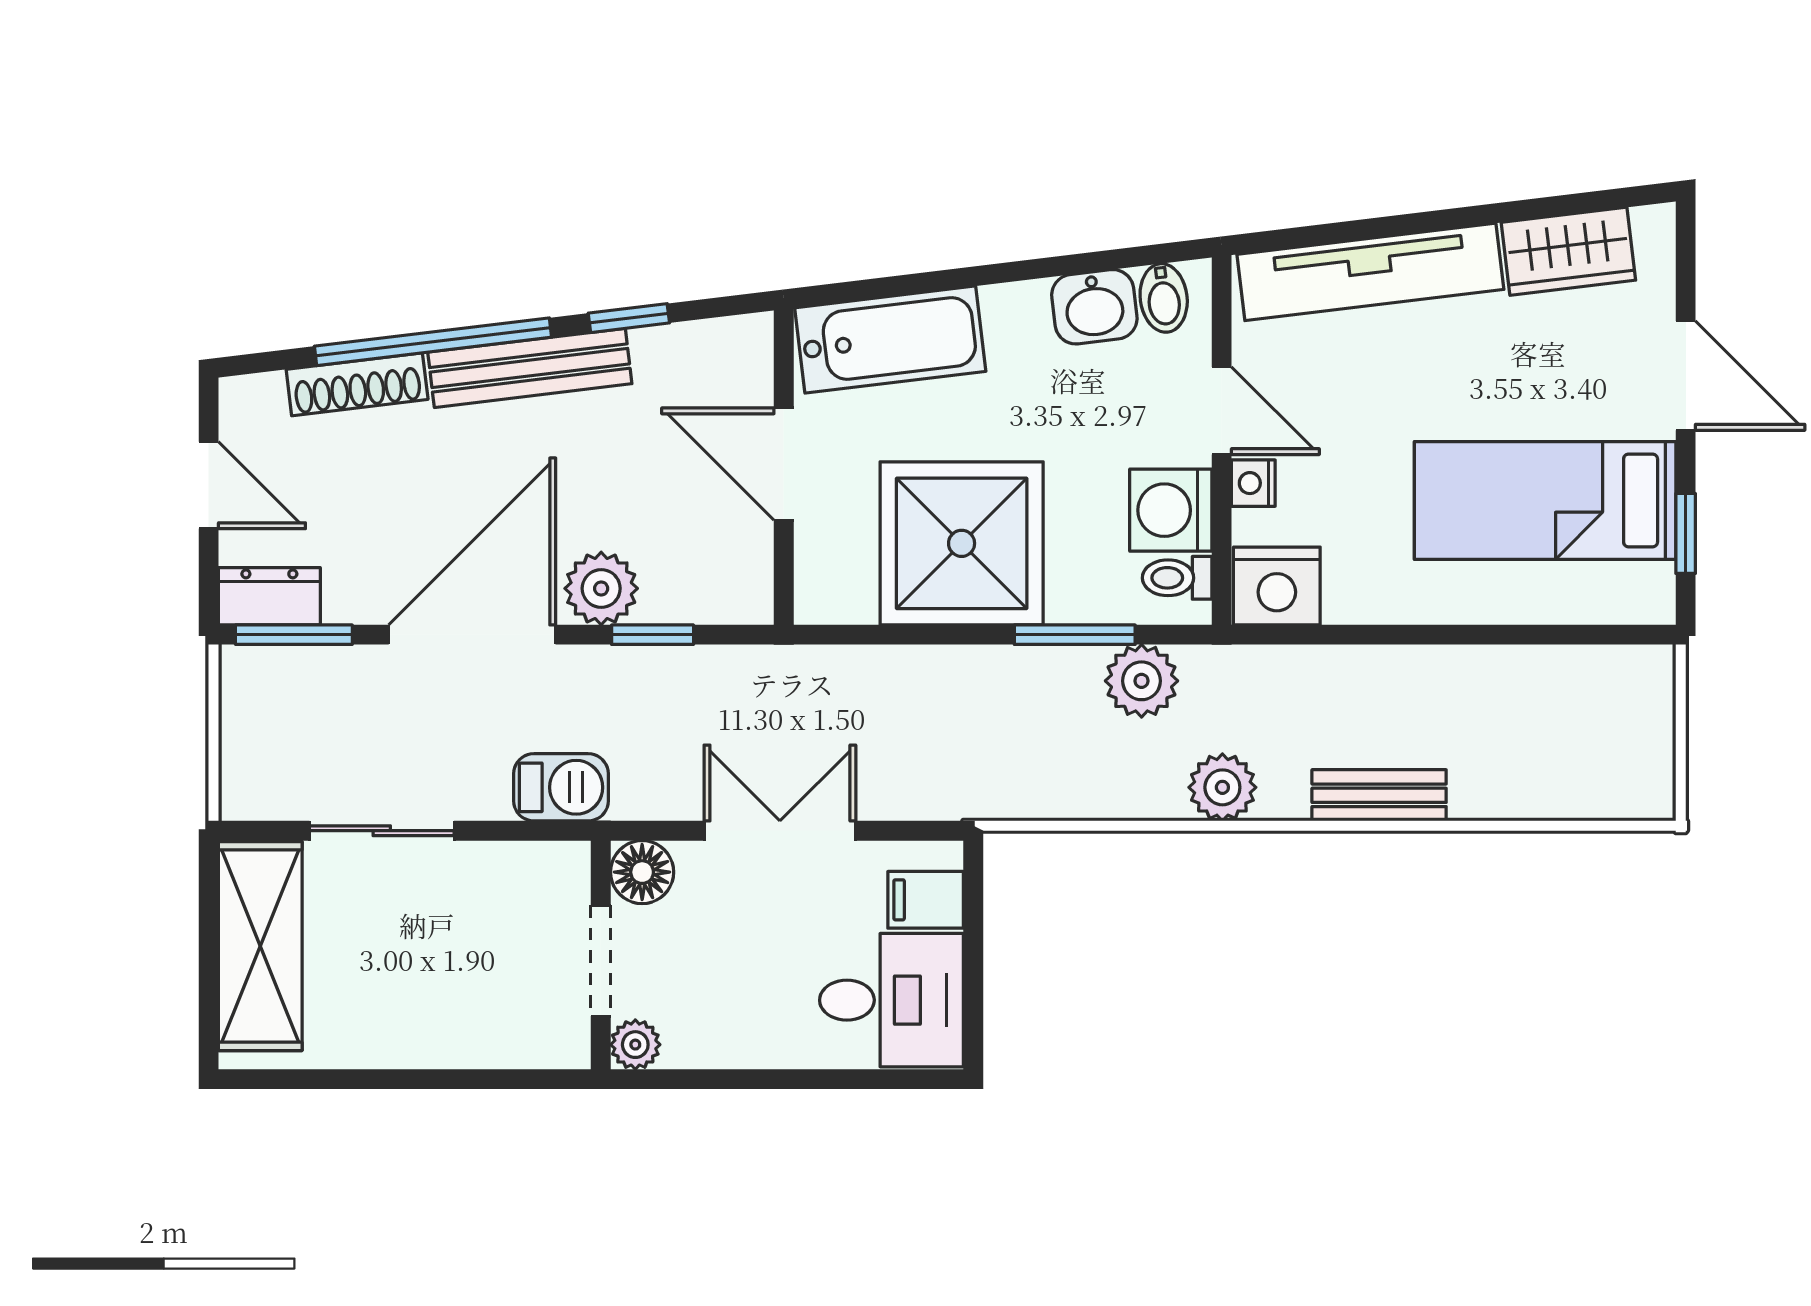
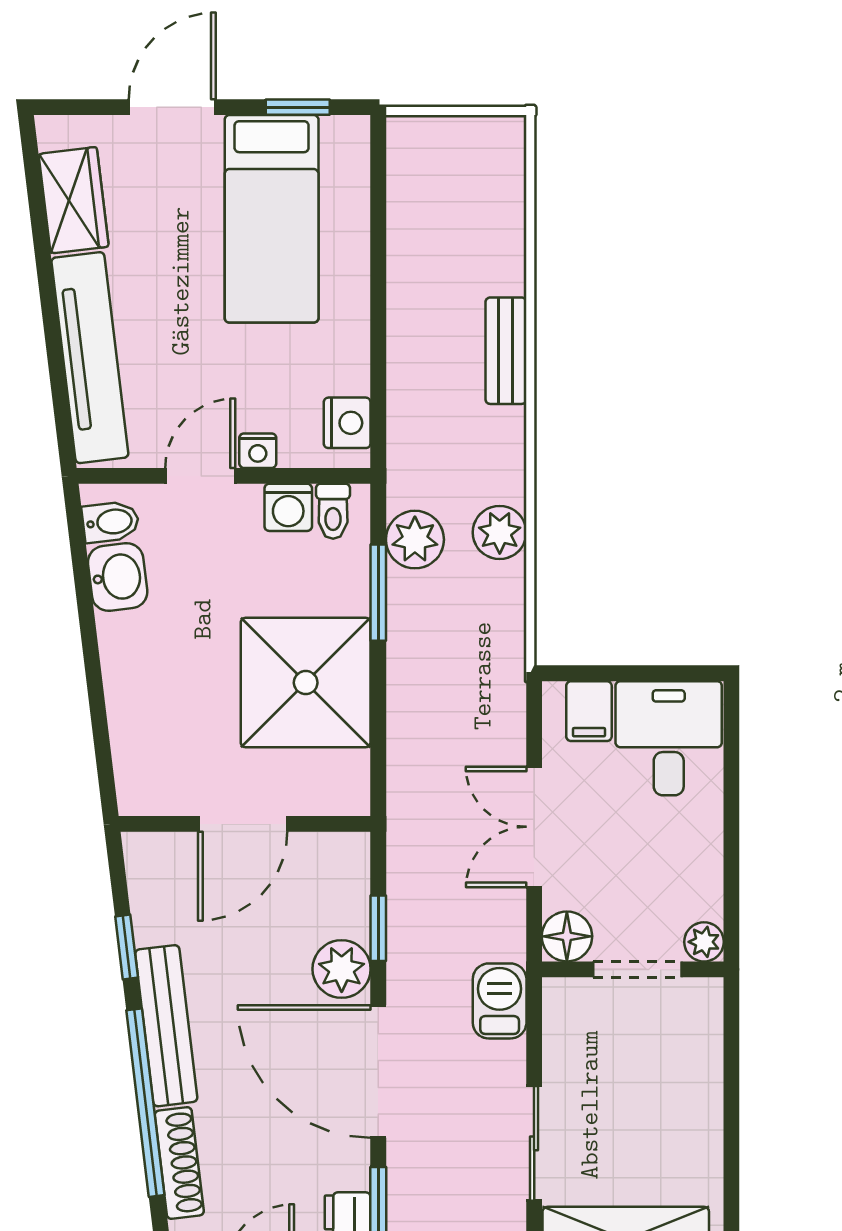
bathtub: (890, 340) -> (144, 739), removed
washing machine: (1171, 510) -> (288, 507), width x0.73, depth x0.73
nightstand: (1277, 586) -> (347, 423), width x0.74, depth x0.75
plant: (1222, 787) -> (500, 532), moved

